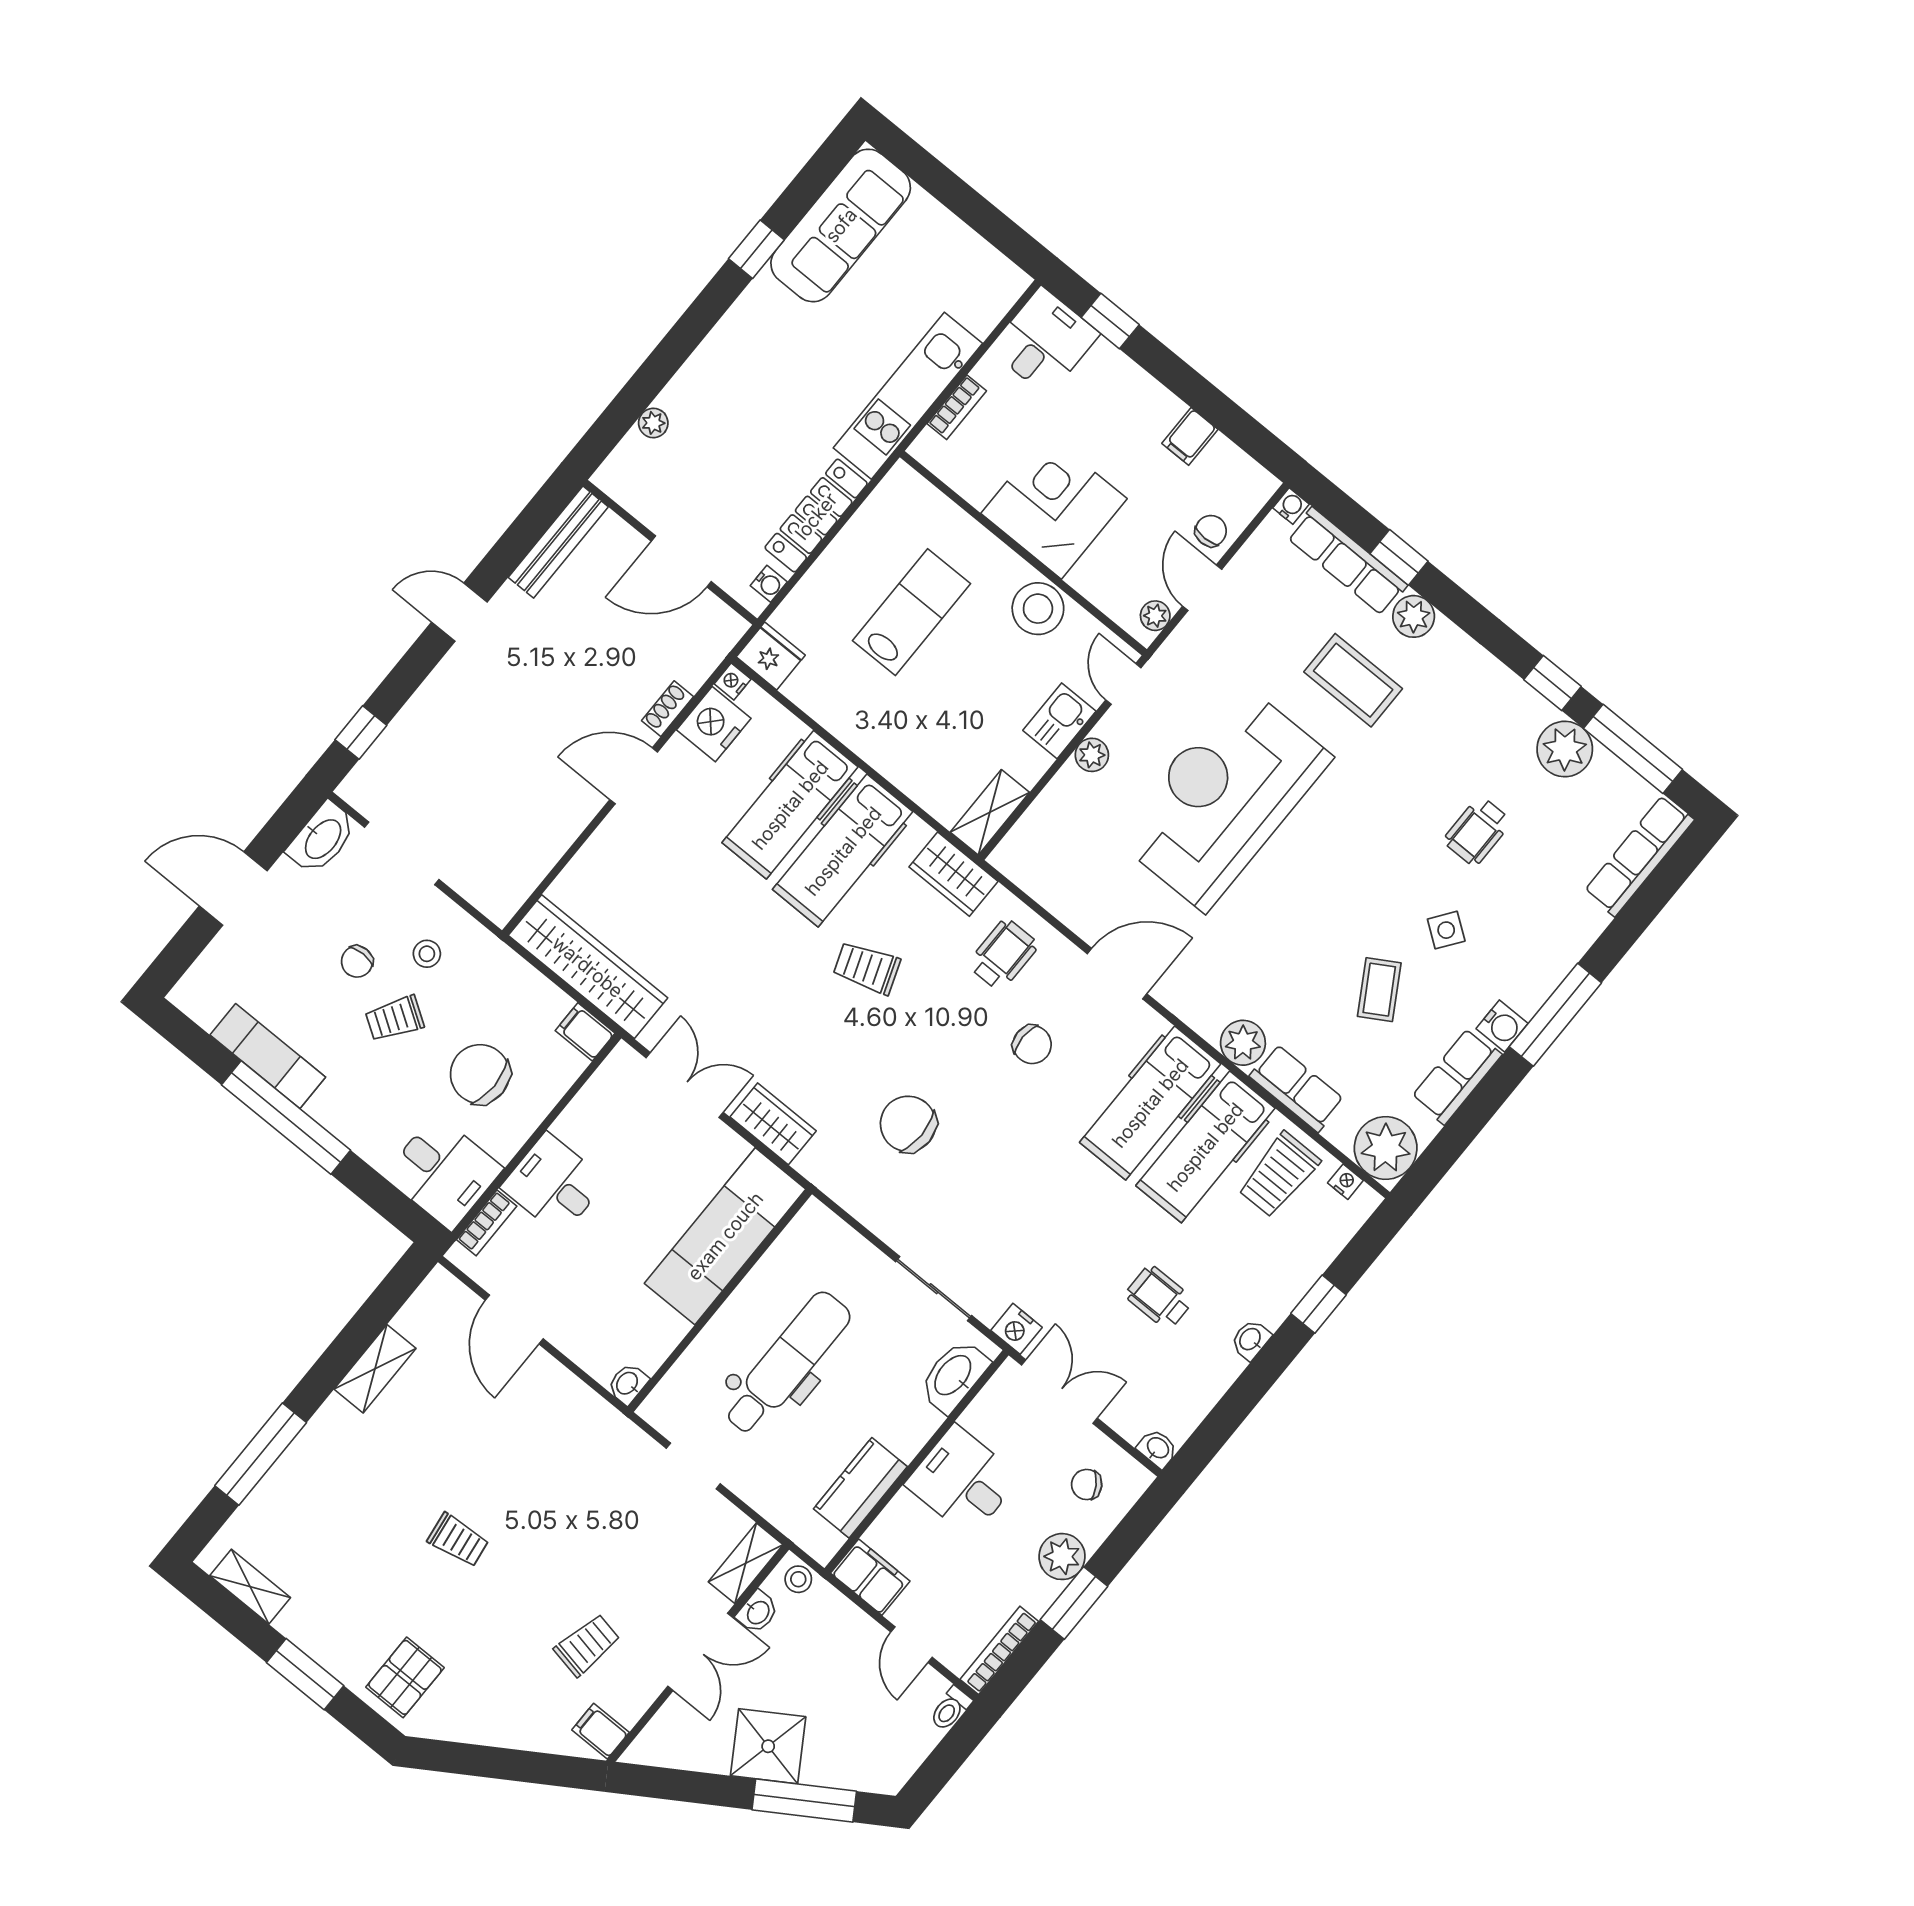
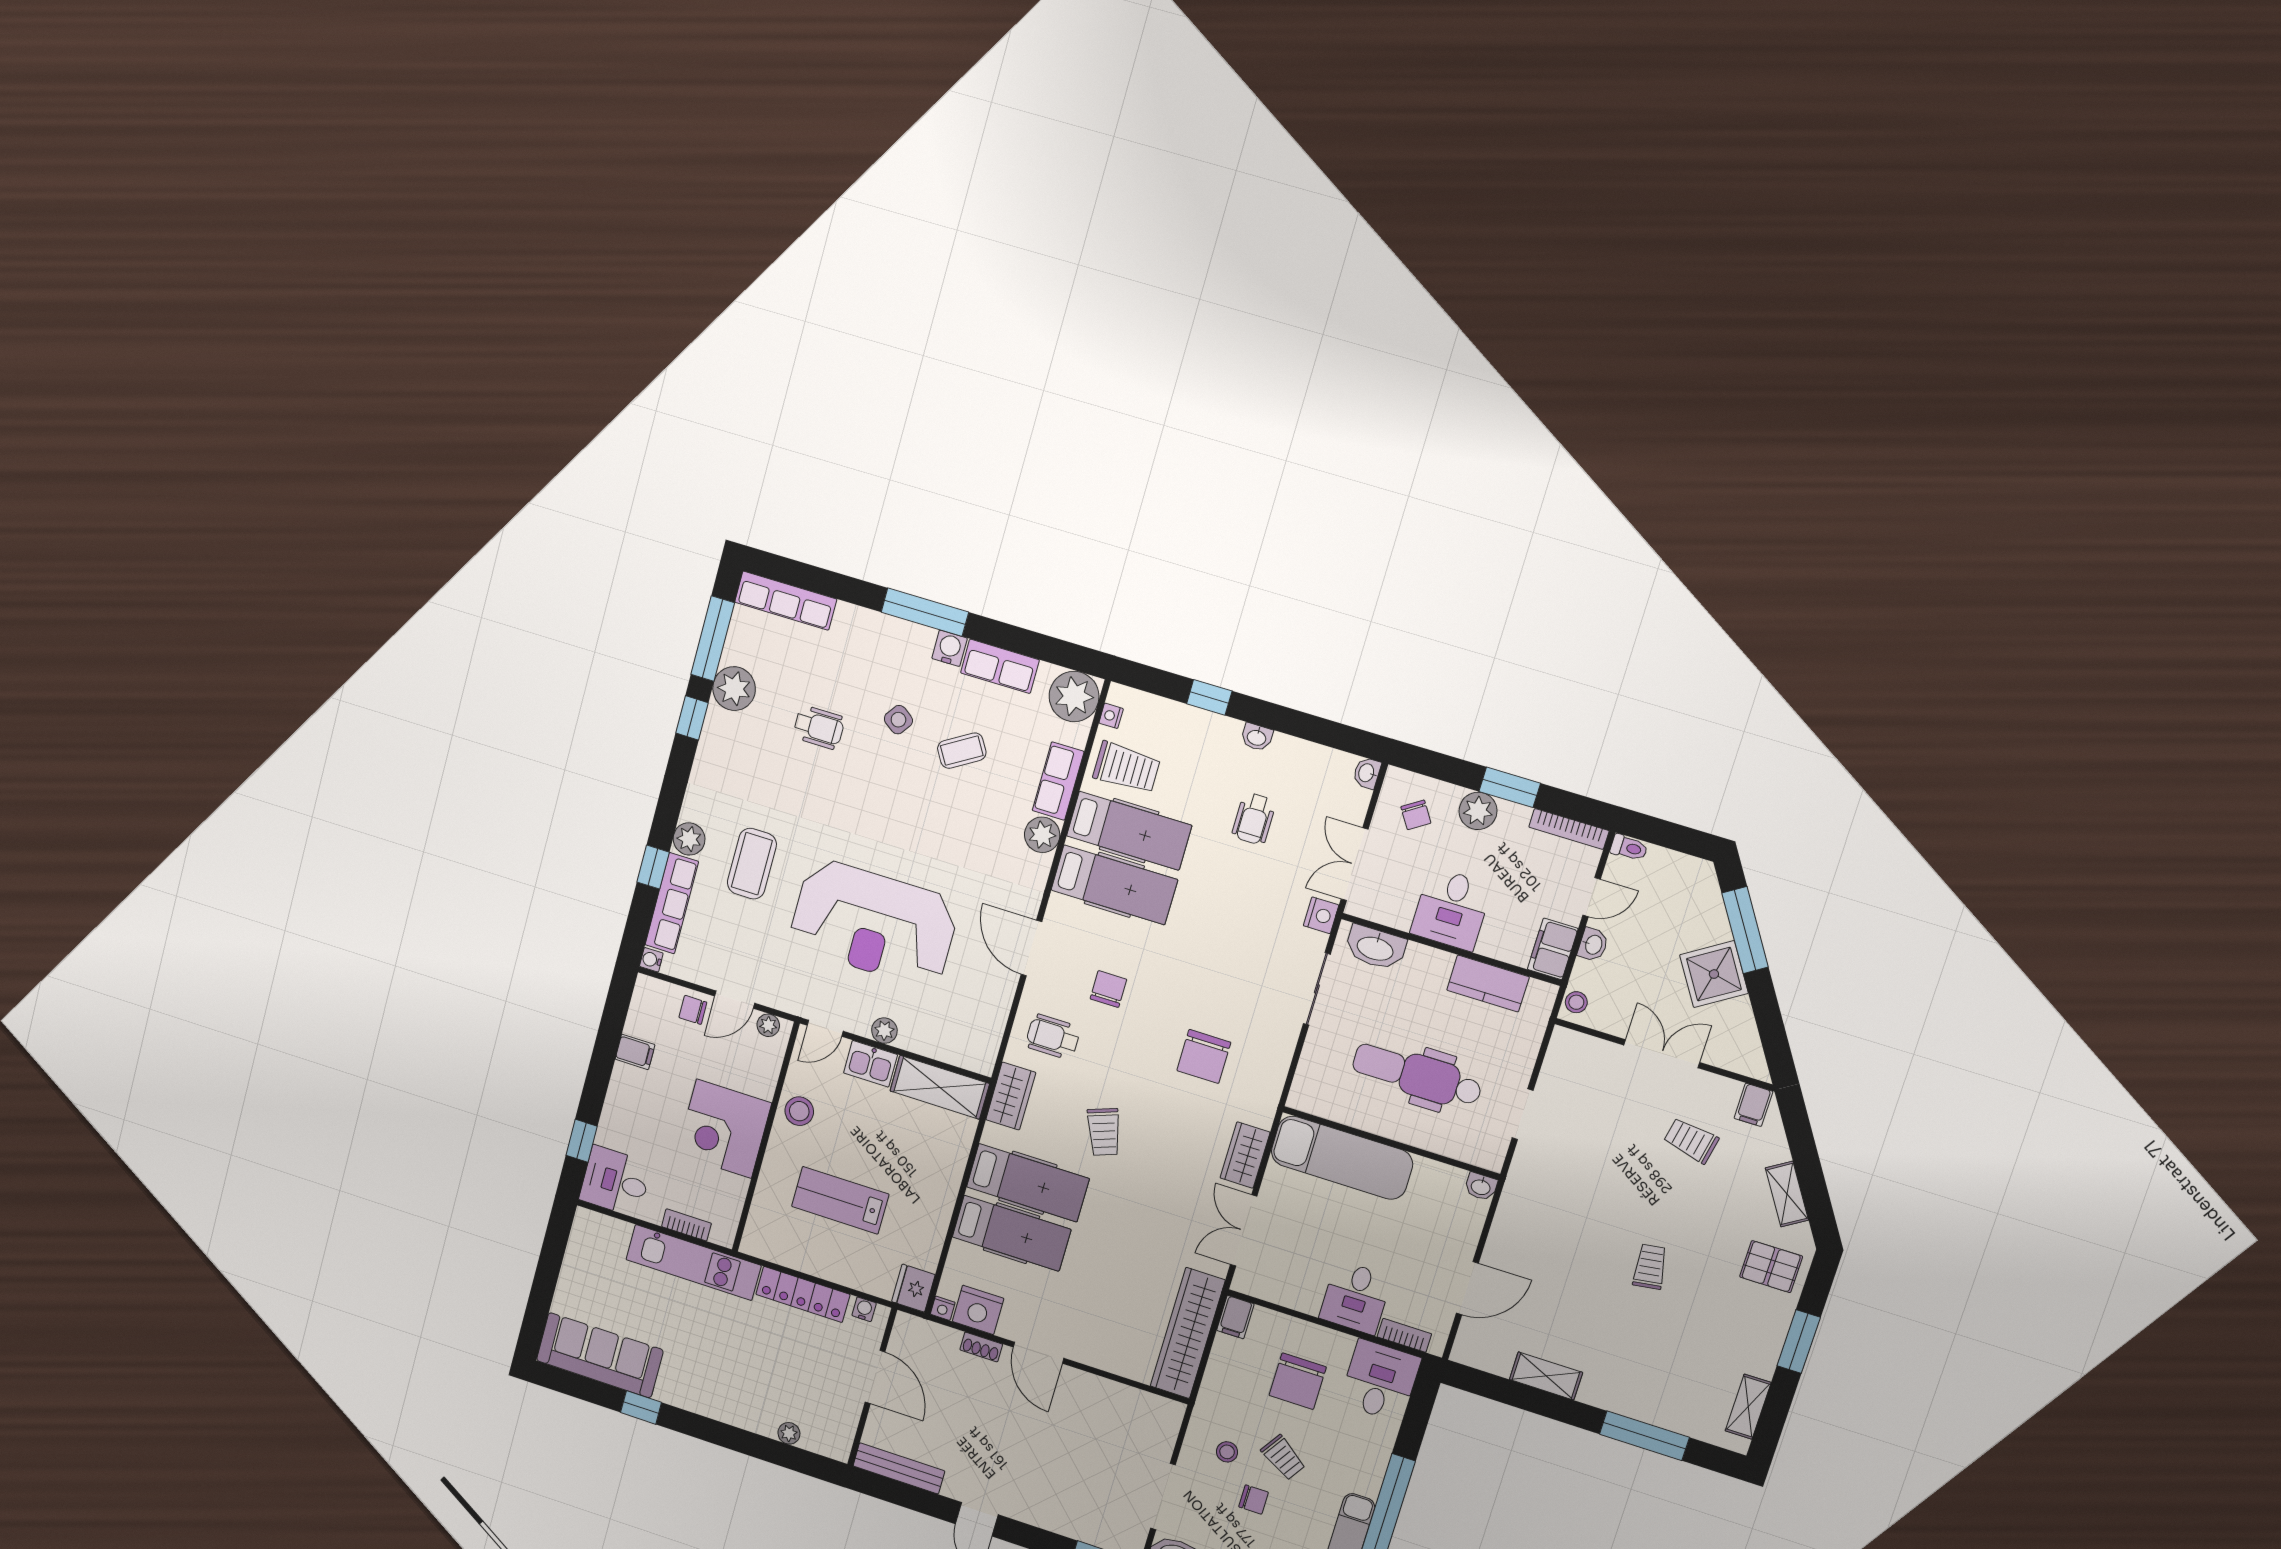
stool: (1038, 609) -> (799, 1111), width x0.73, depth x0.73
shelving: (990, 812) -> (940, 1087), width x1.50, depth x1.33
shelving: (746, 1563) -> (1787, 1194), moved, turned 58
washbasin: (758, 1612) -> (1593, 945), moved, turned 90

